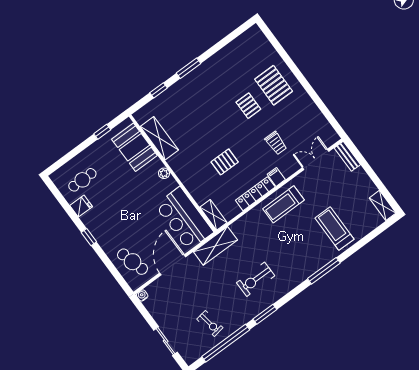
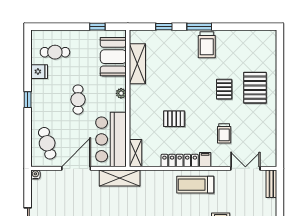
trolley: (206, 79) -> (207, 45), added
cafe table: (131, 206) -> (78, 100), added

